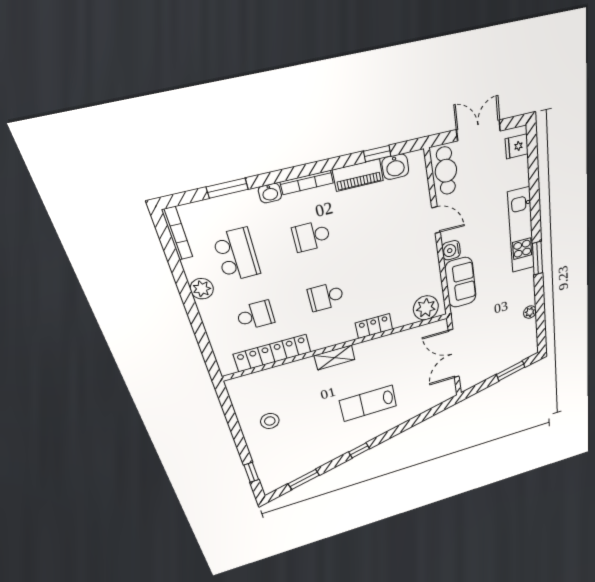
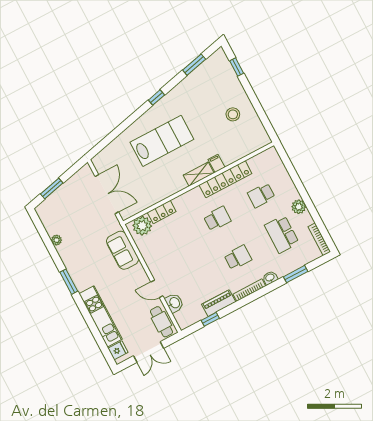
washbasin: (395, 167) -> (174, 303), moved, turned 90
kitchen unit: (521, 230) -> (101, 316), moved
water cooler: (451, 250) -> (138, 271), removed
locker: (374, 326) -> (162, 212), moved
locker: (272, 353) -> (225, 179), moved
filing cabinet: (307, 367) -> (216, 163), added
lab bench: (368, 403) -> (162, 141), width x1.36, depth x1.39

